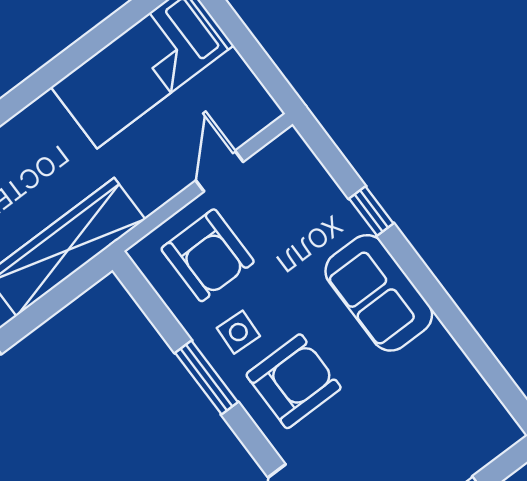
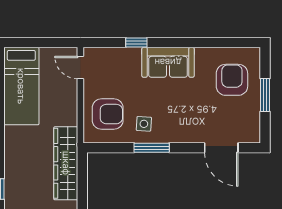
door: (219, 171) -> (80, 68), moved
armchair: (294, 381) -> (232, 80), moved

